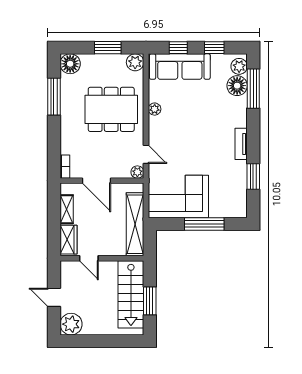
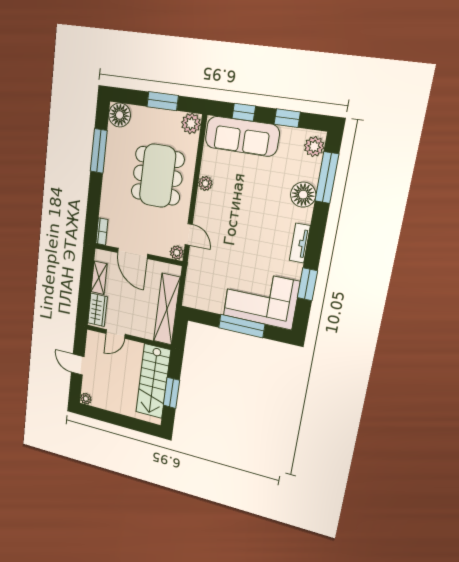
floor lamp: (237, 86) -> (303, 195), moved
dining table: (111, 109) -> (158, 176), turned 90
corner sofa: (178, 197) -> (261, 299), moved
door: (89, 258) -> (116, 334), hinge flipped
plant: (71, 324) -> (86, 399), width x0.53, depth x0.53

